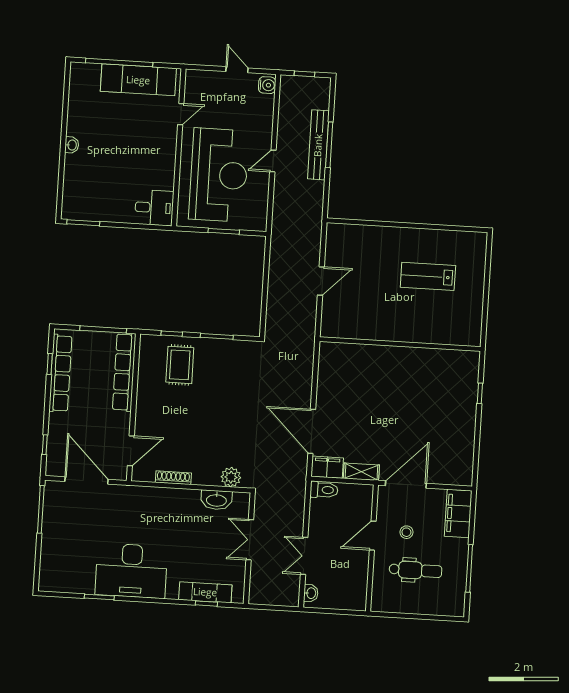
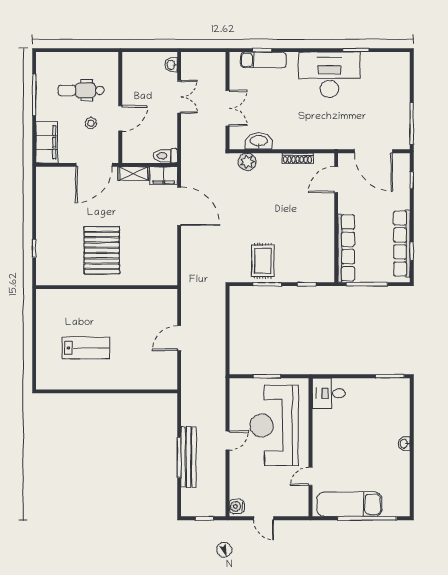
rug: (180, 365) -> (263, 261), moved
pallet: (403, 386) -> (102, 250), added

